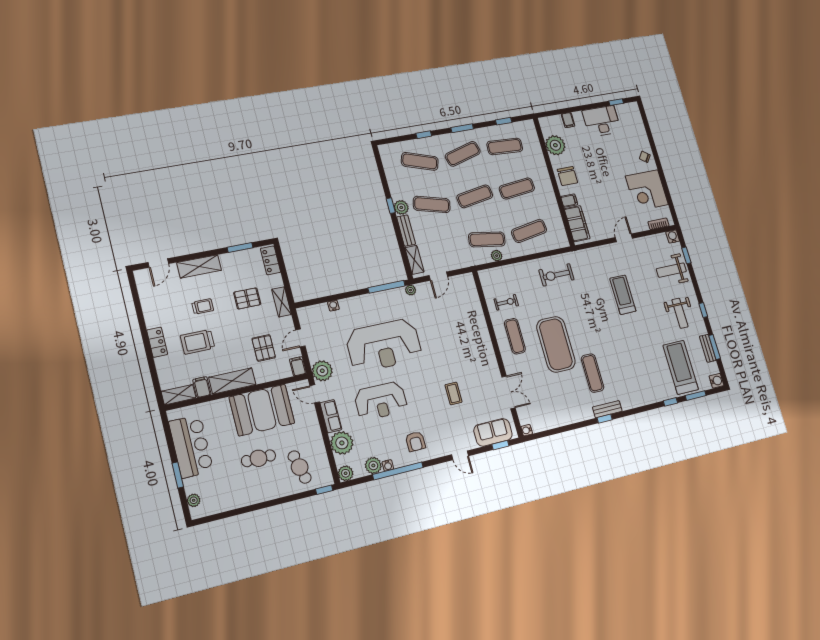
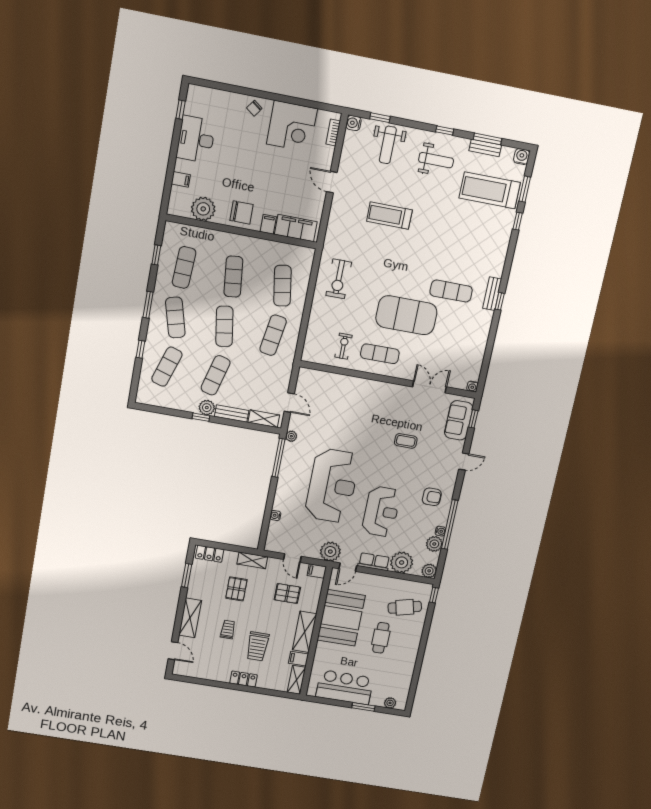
plant: (497, 256) -> (293, 333), removed

